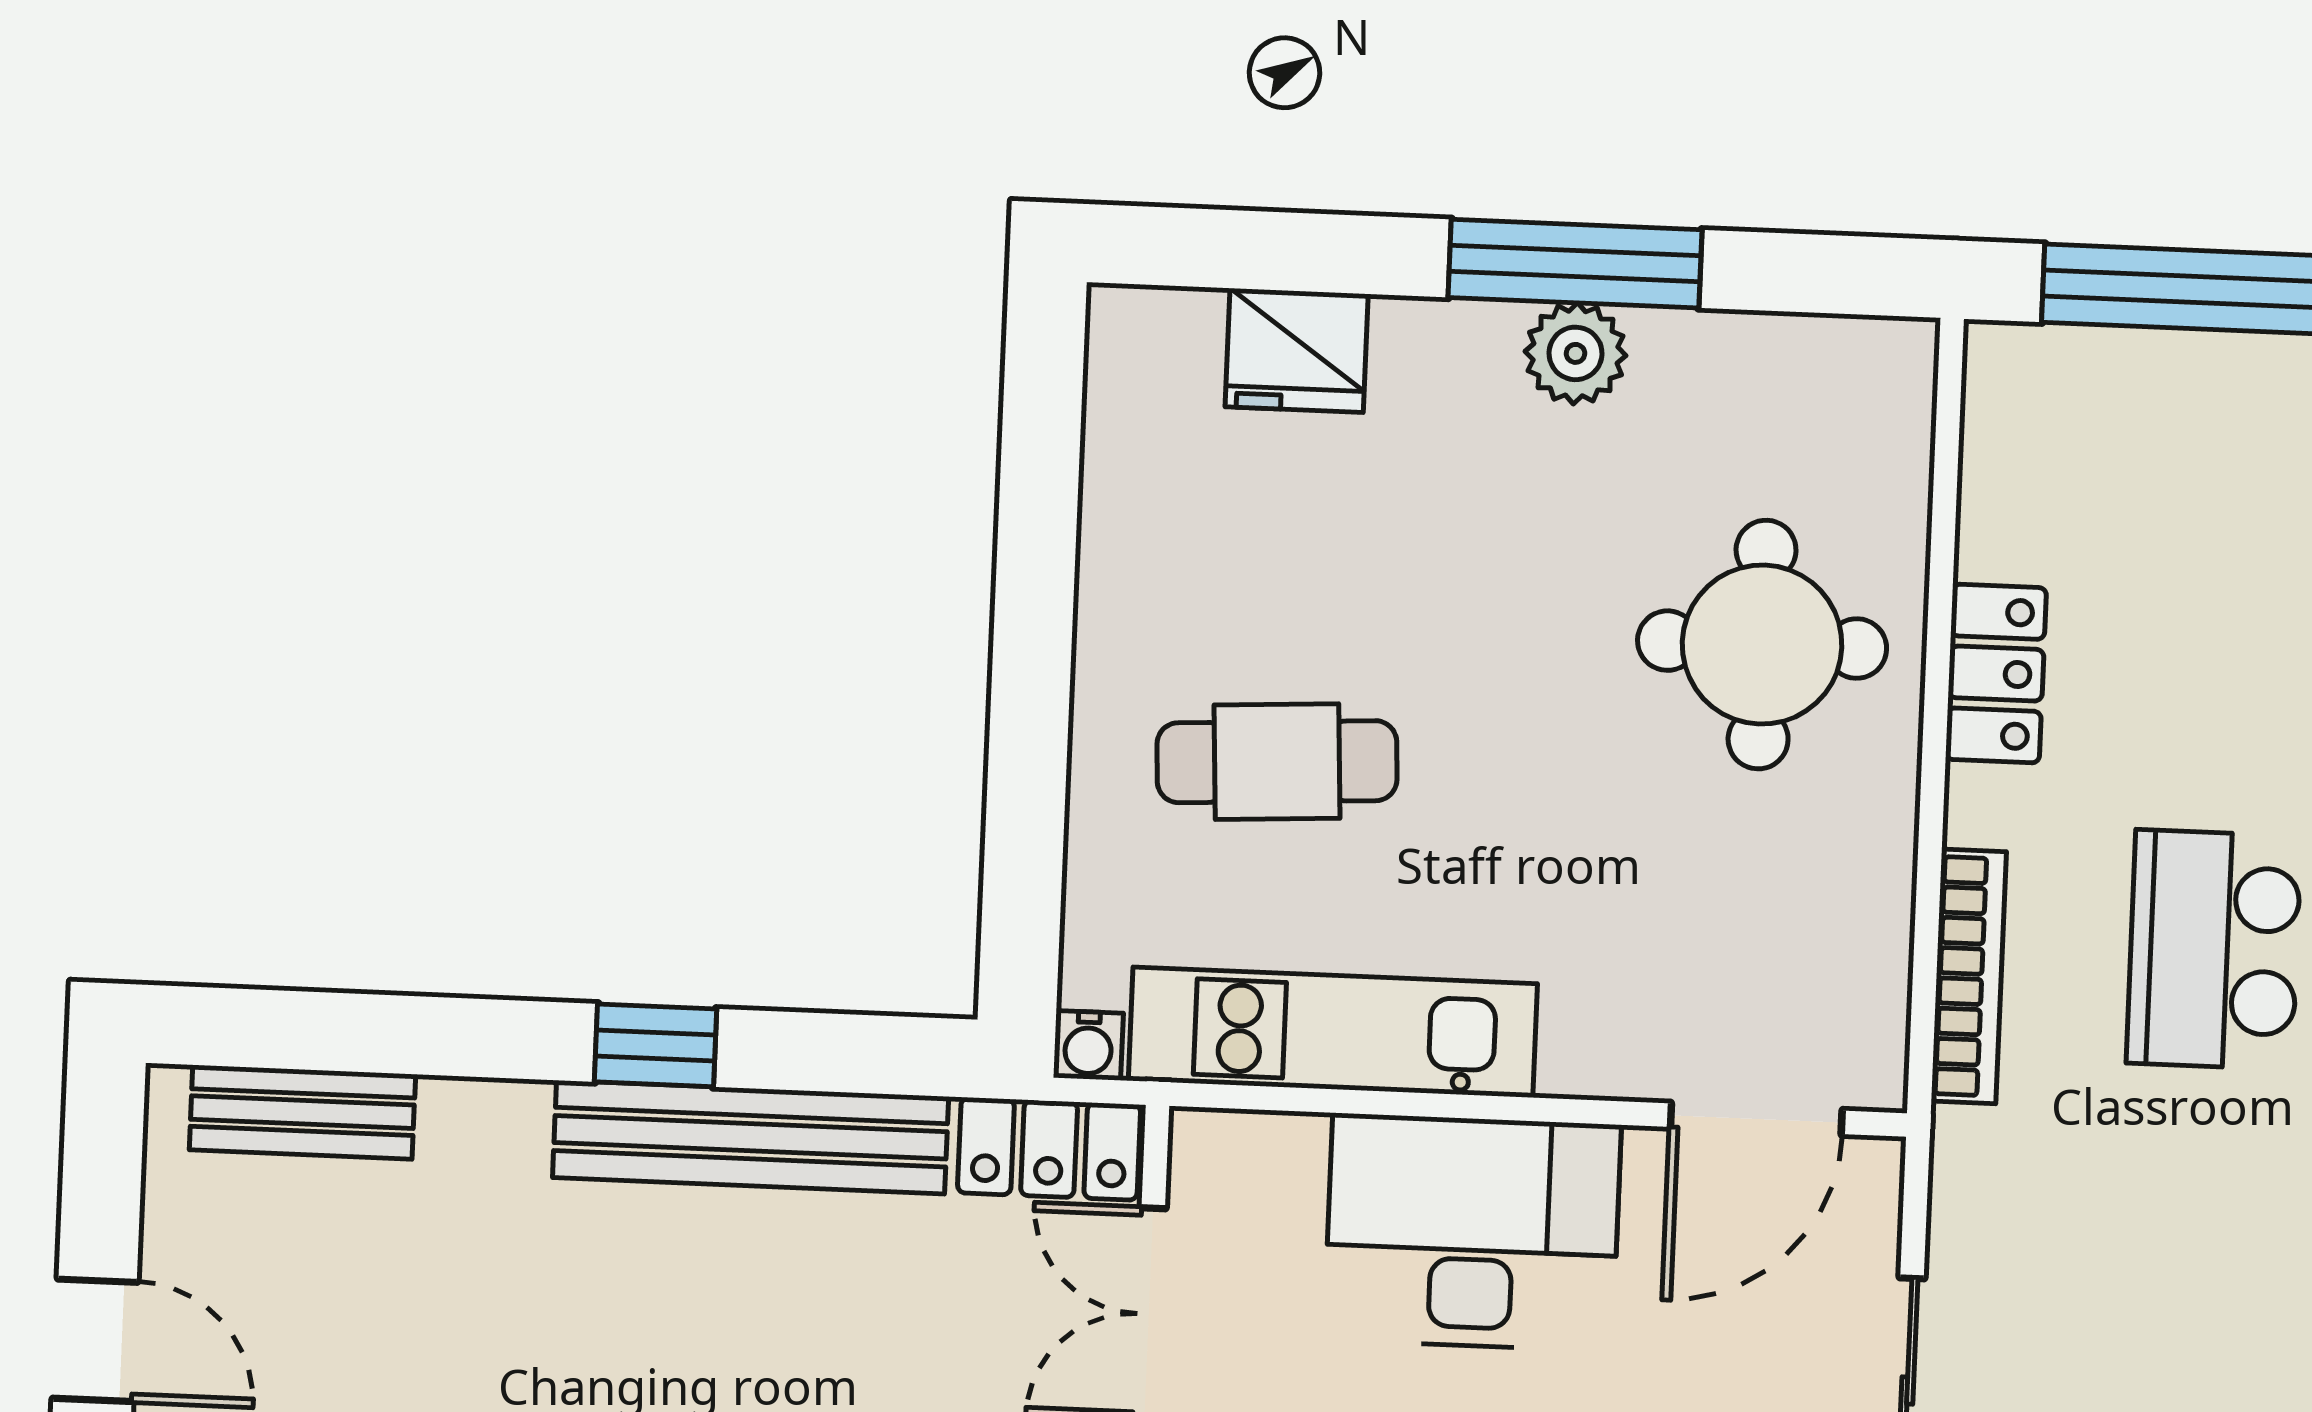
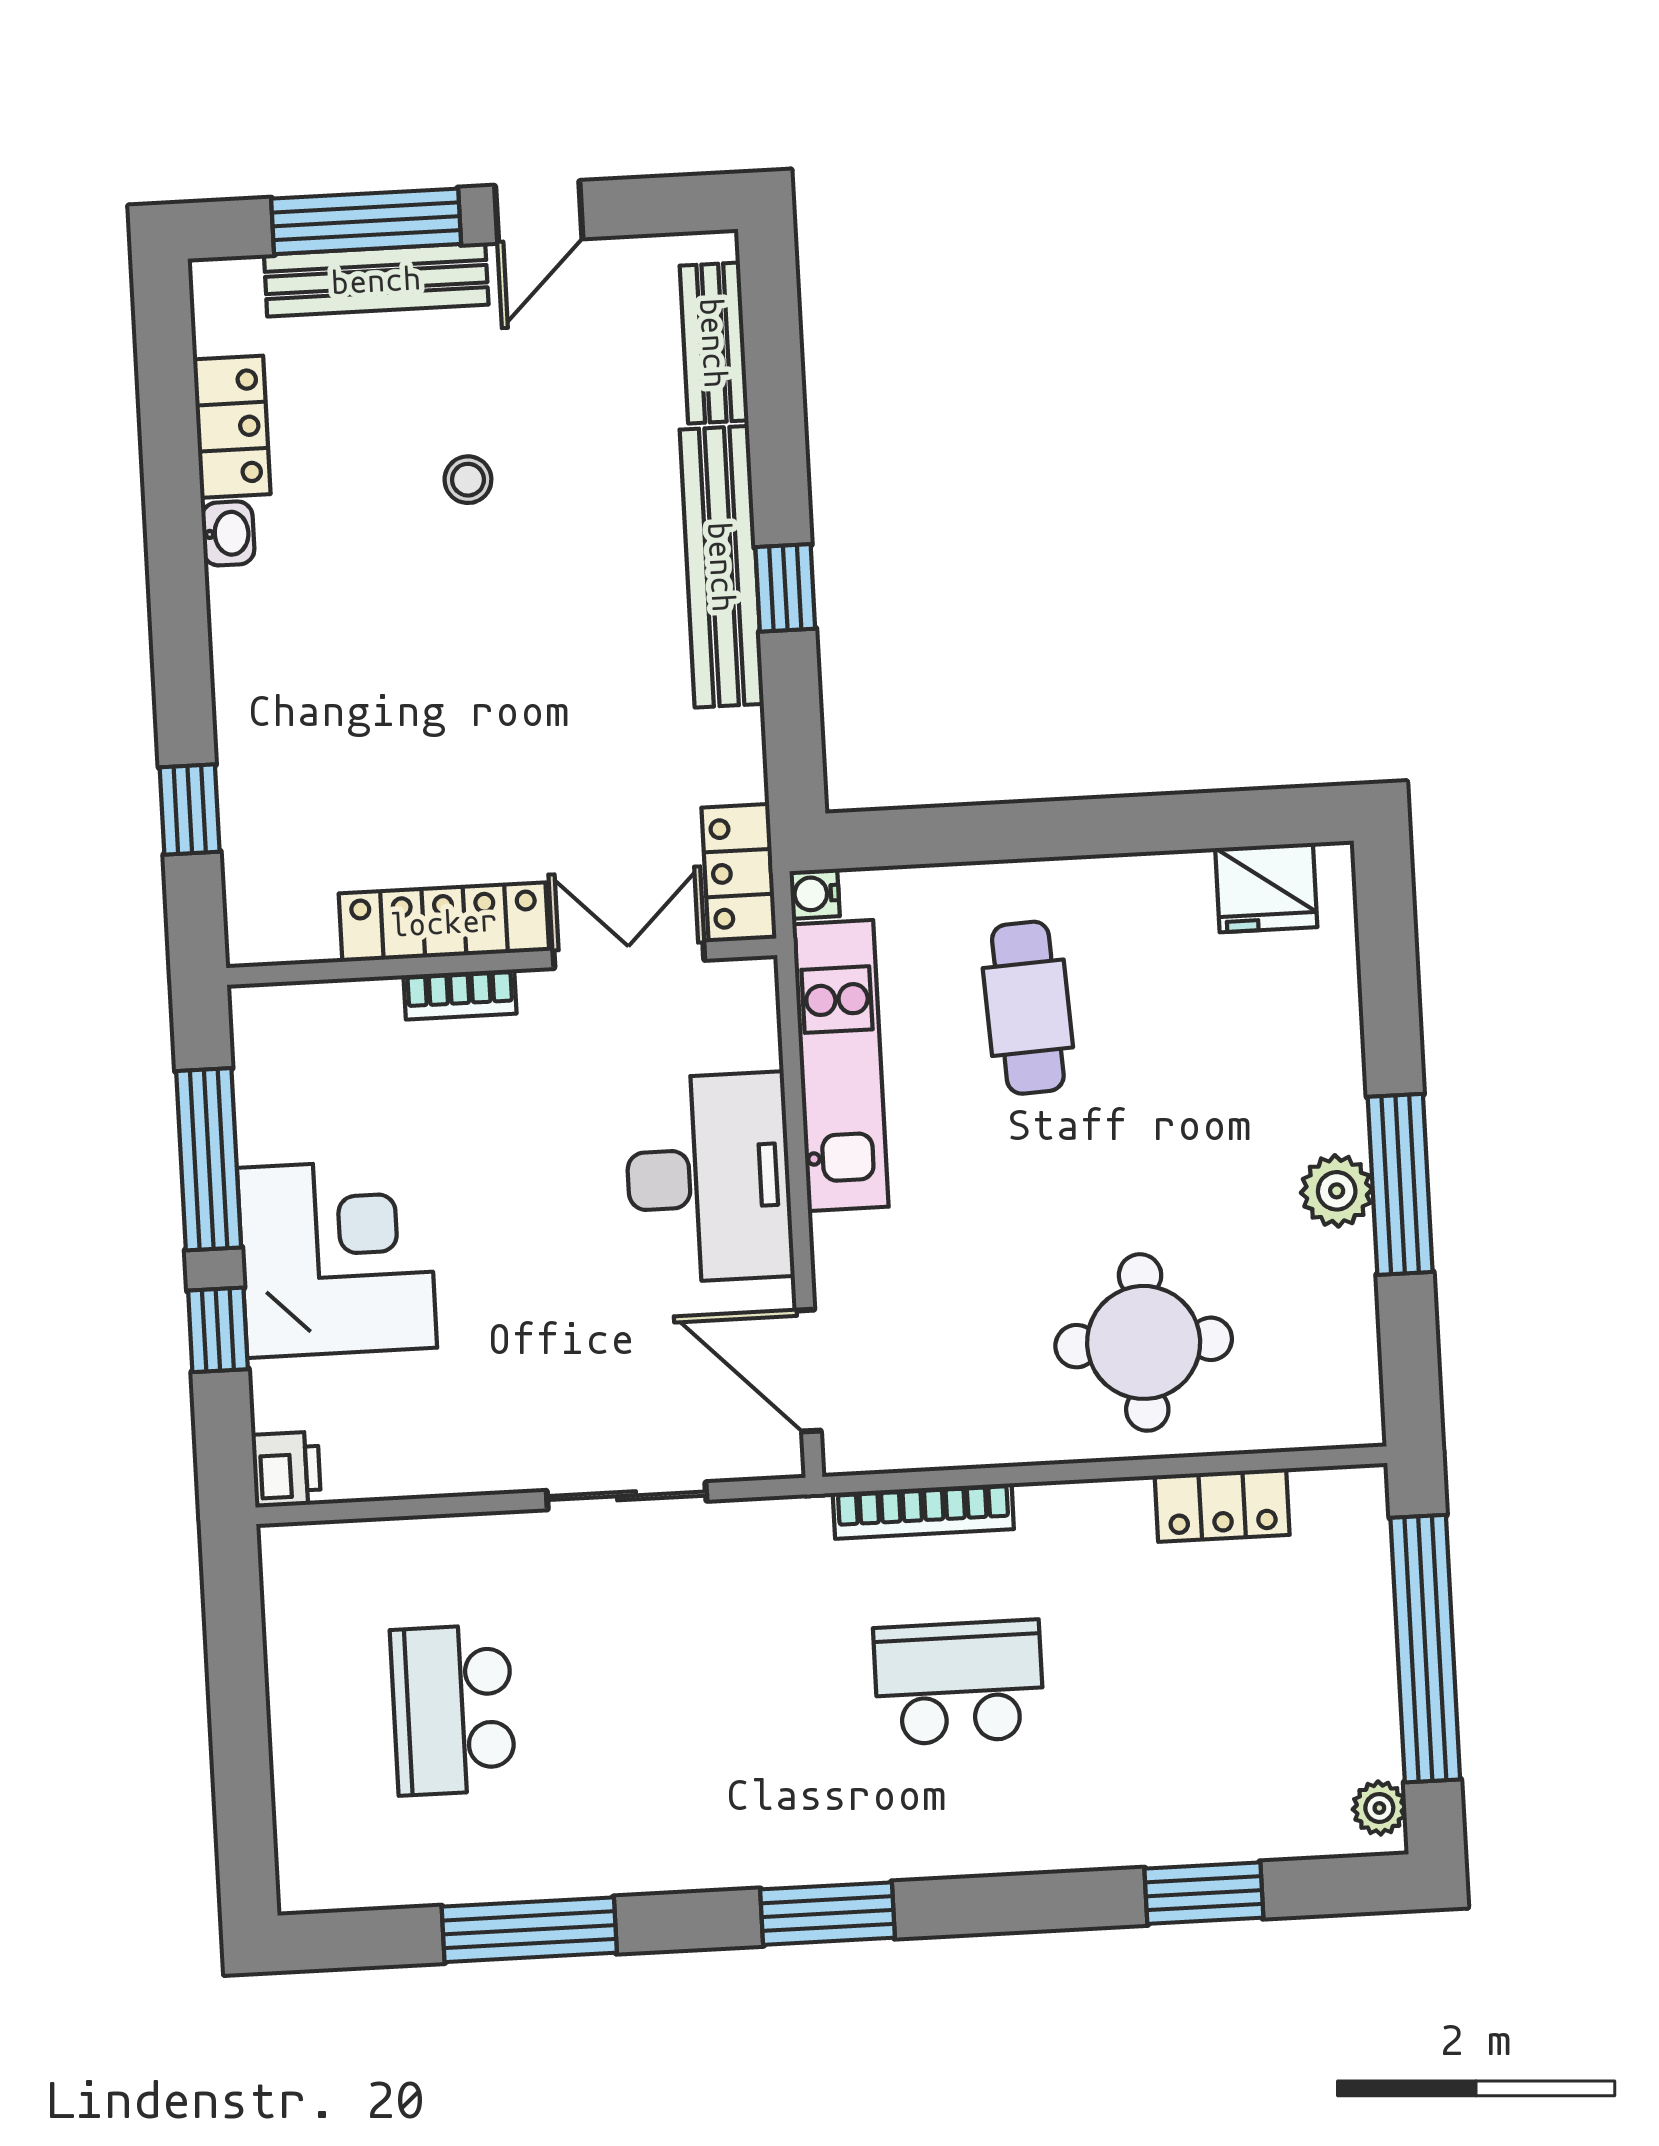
fridge: (1297, 350) -> (1266, 888), moved, turned -90
locker: (1996, 674) -> (1222, 1505), moved
bench: (751, 1137) -> (722, 567), moved

